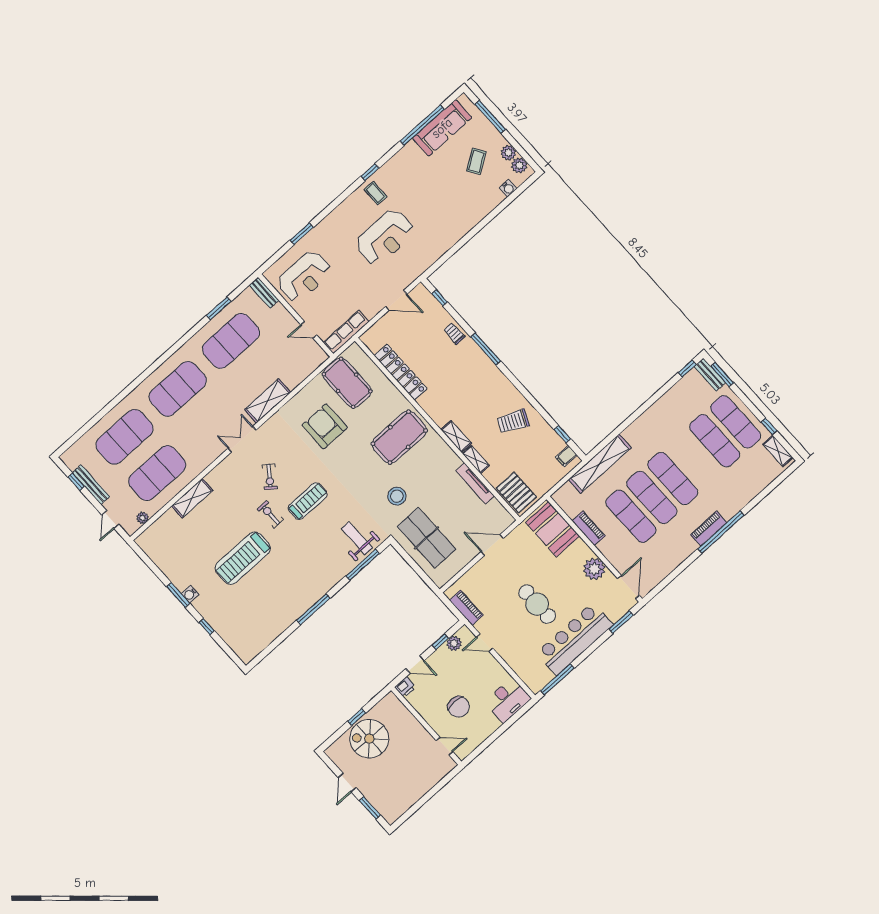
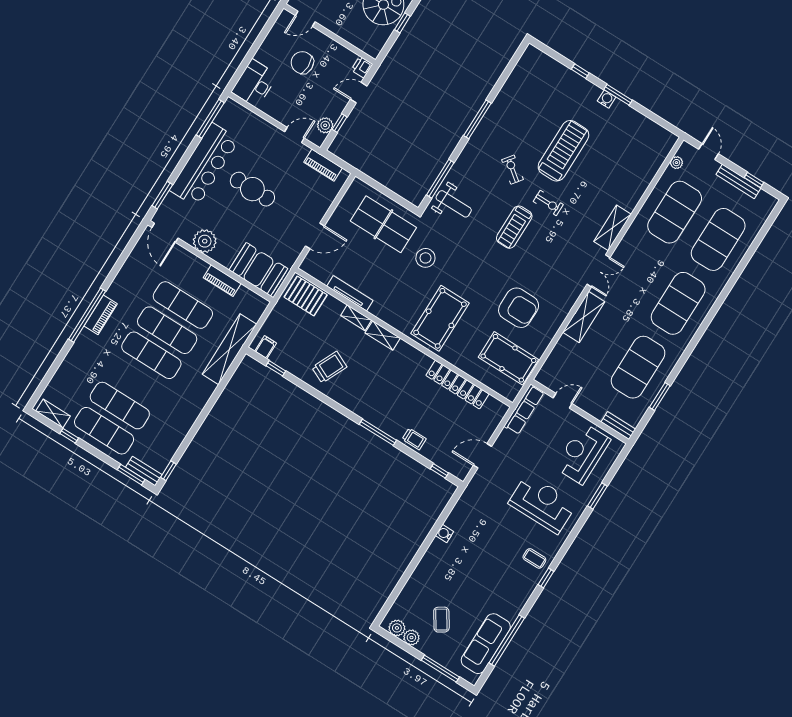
water cooler: (508, 188) -> (444, 534), moved
reception desk: (385, 237) -> (542, 504), moved, turned 90
exercise bike: (270, 477) -> (513, 170), moved
shelving: (192, 498) -> (612, 228), moved

